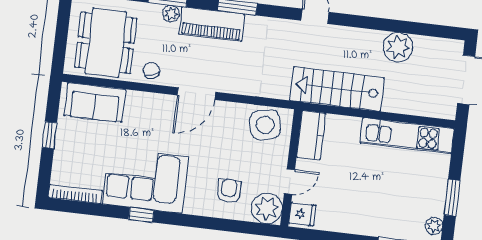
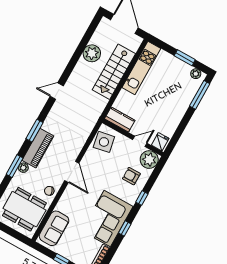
stairs: (337, 89) -> (114, 72), moved
door: (290, 182) -> (140, 141), hinge flipped
window: (201, 222) -> (142, 198), added

